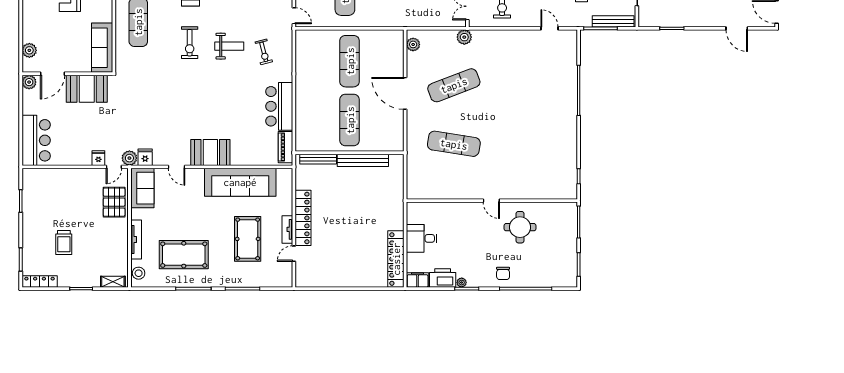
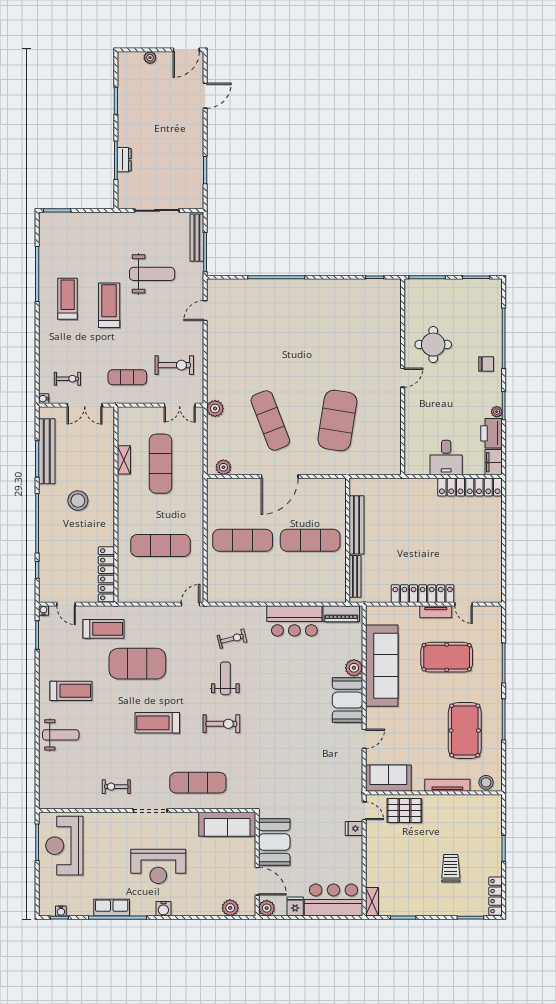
exercise mat: (454, 144) -> (337, 420), width x1.47
fridge: (145, 157) -> (295, 907), moved, turned 90
plant: (129, 158) -> (354, 668), moved
trolley: (64, 243) -> (451, 868), turned -90
shelving: (113, 282) -> (372, 901), moved

